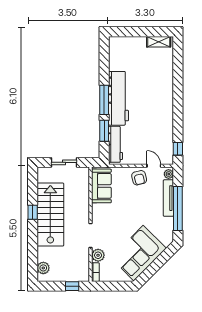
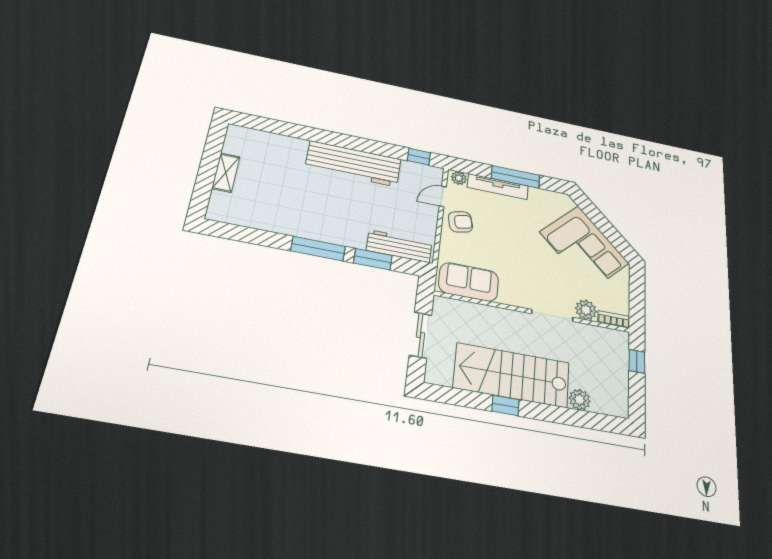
shelving: (159, 42) -> (226, 173), moved
workbench: (119, 98) -> (353, 164), moved, turned 180
window: (178, 208) -> (516, 177), width x0.68
plant: (43, 268) -> (580, 400), moved

